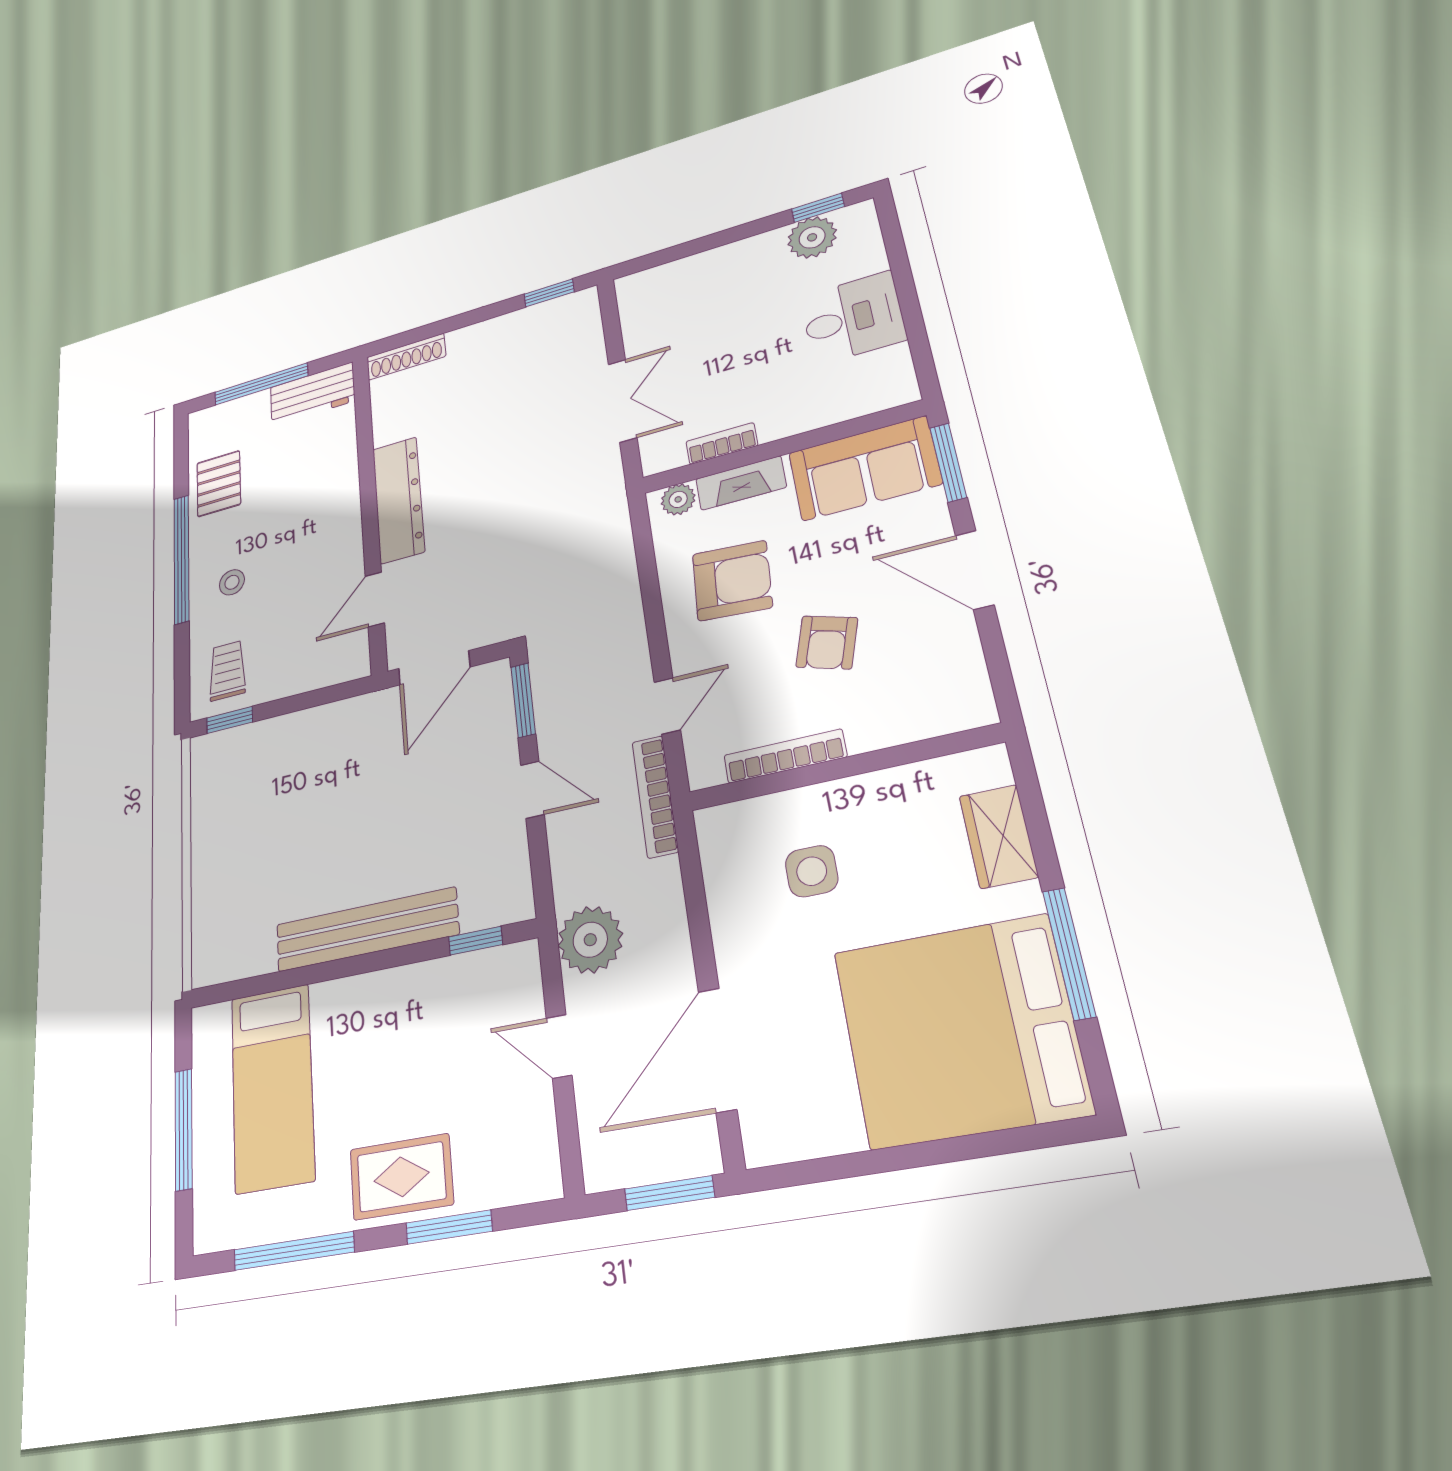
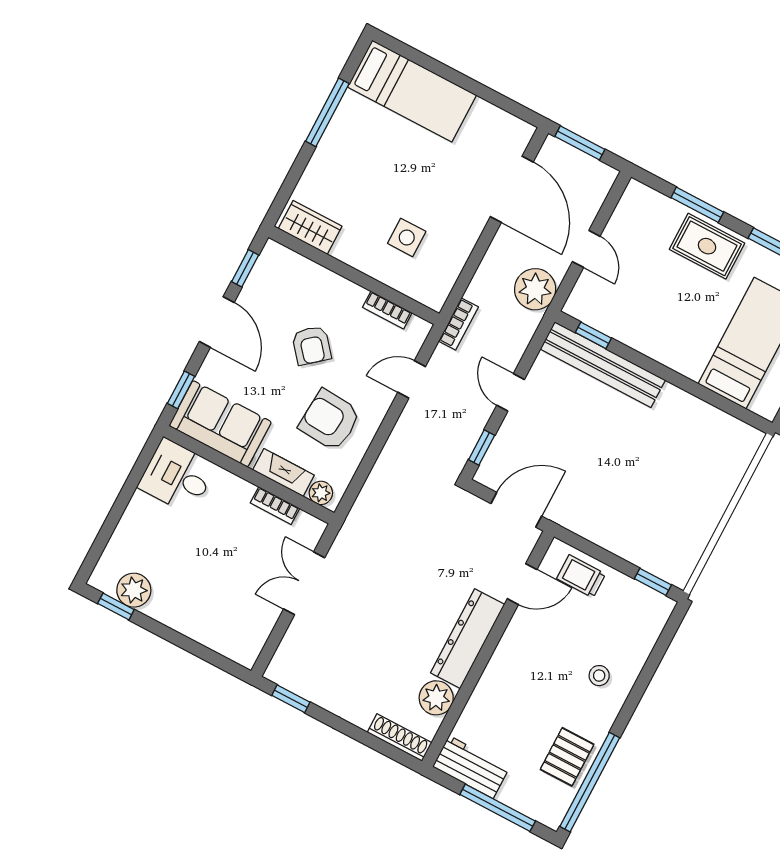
desk: (853, 318) -> (177, 476), moved
plant: (393, 421) -> (436, 698), added
window: (948, 463) -> (181, 390), width x0.67
window: (182, 559) -> (590, 782), moved
armchair: (827, 642) -> (312, 345), turned 123
window: (997, 660) -> (245, 268), added
trolley: (227, 671) -> (581, 576), moved, turned 90
window: (523, 700) -> (482, 447), width x0.67
bookcase: (785, 756) -> (387, 310), width x0.64
bookcase: (655, 796) -> (458, 324), width x0.64
wardrobe: (998, 836) -> (310, 227), moved, turned -90
bench: (366, 930) -> (603, 365), moved
bed: (960, 1031) -> (412, 91), width x0.49
door: (717, 1050) -> (512, 189), hinge flipped

